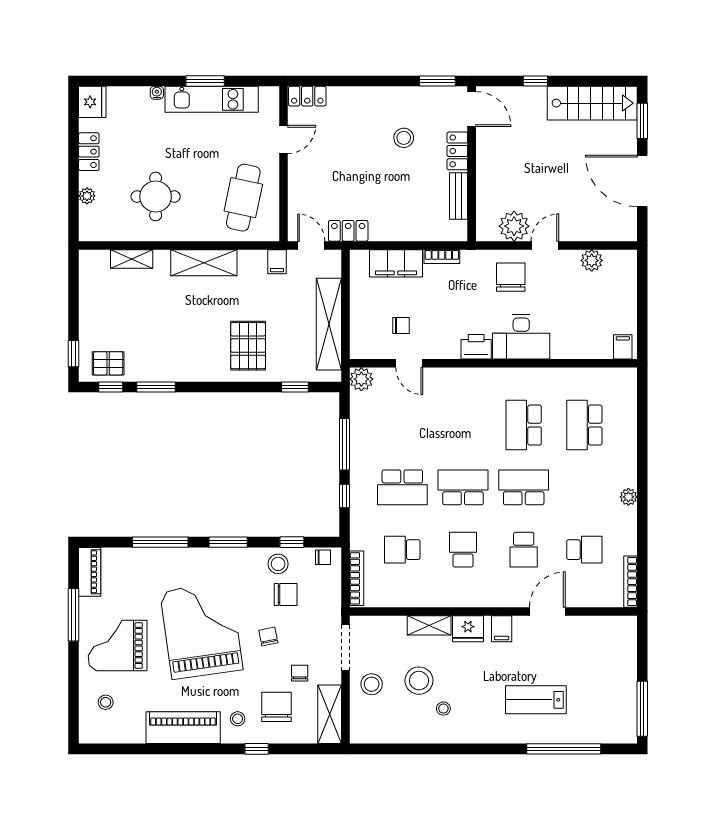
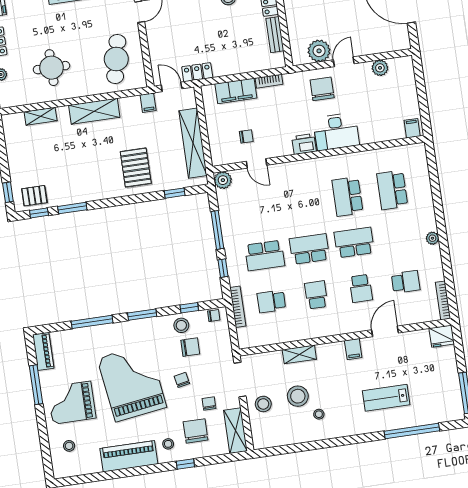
bookcase: (357, 578) -> (238, 307), moved
fridge: (468, 629) -> (442, 336), moved

